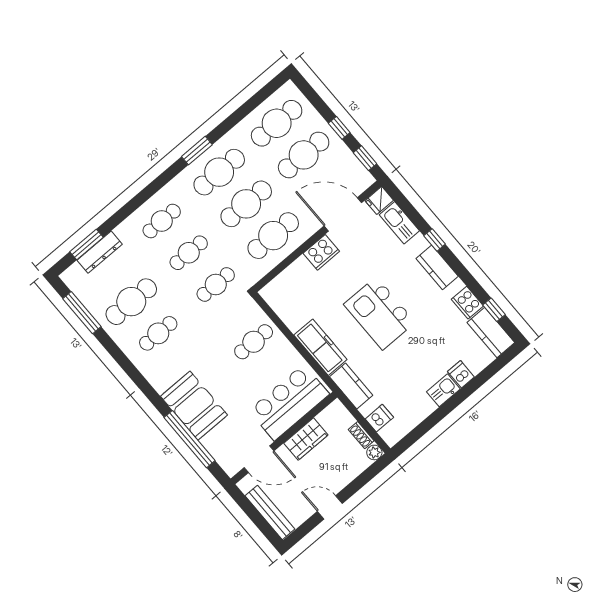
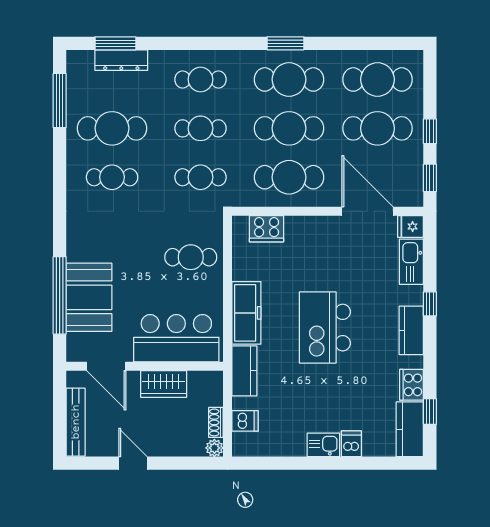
cooker: (321, 252) -> (267, 229), moved
booth: (194, 406) -> (89, 297), moved

